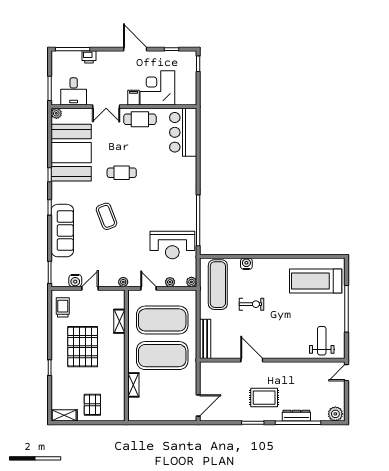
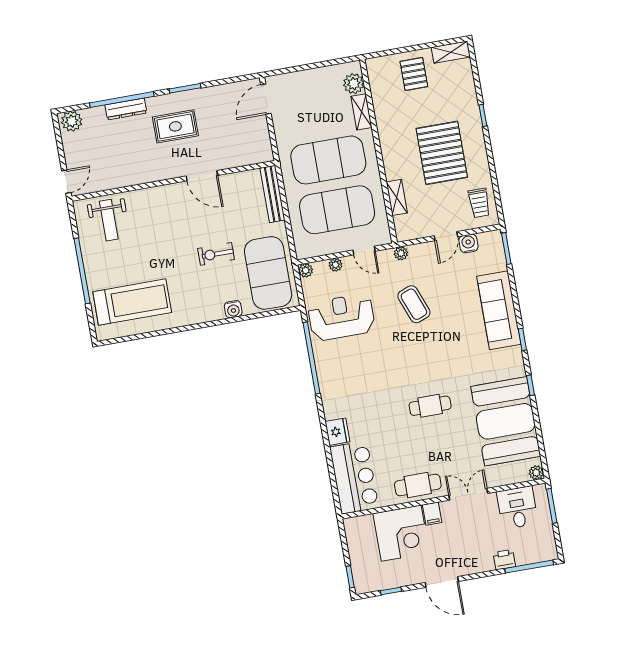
fridge: (189, 166) -> (337, 432), added
coffee table: (106, 216) -> (414, 304), moved
exercise mat: (218, 285) -> (268, 273), width x1.47
plant: (135, 405) -> (354, 84), added

